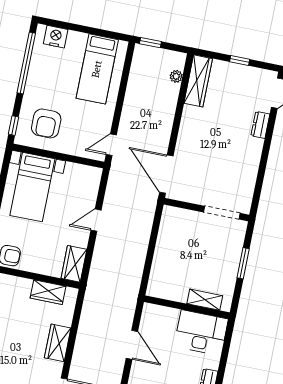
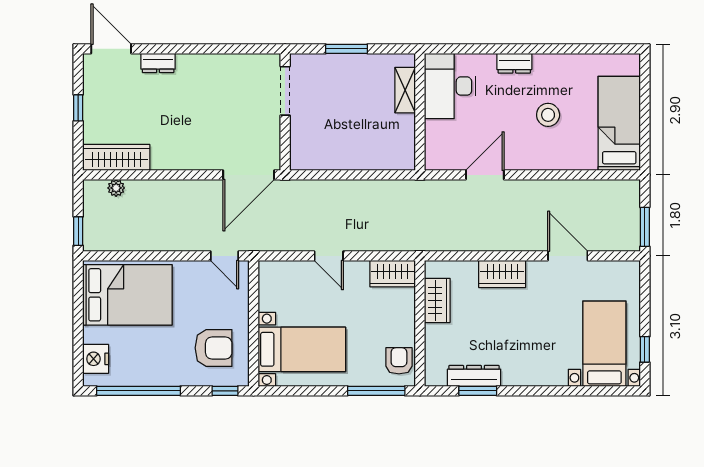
bed: (97, 69) -> (127, 295), width x1.50

